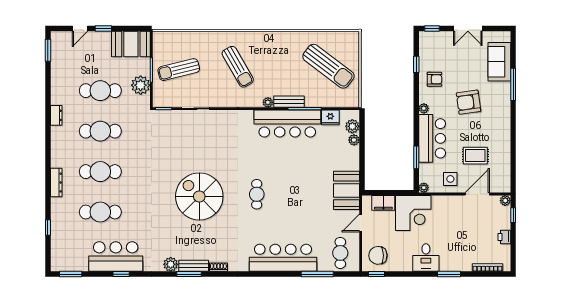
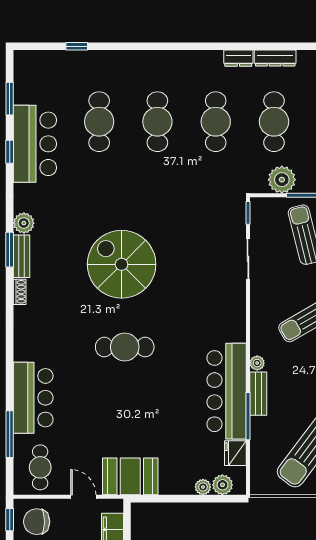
dresser: (56, 182) -> (275, 58), moved
cafe table: (257, 194) -> (125, 347), width x1.37, depth x1.35
spiral stairs: (199, 196) -> (122, 264), turned -90
cafe table: (340, 253) -> (40, 467), turned 90
chair: (378, 255) -> (37, 522), turned -89
bar counter: (283, 258) -> (33, 398), width x0.73
window: (71, 274) -> (10, 99), moved

